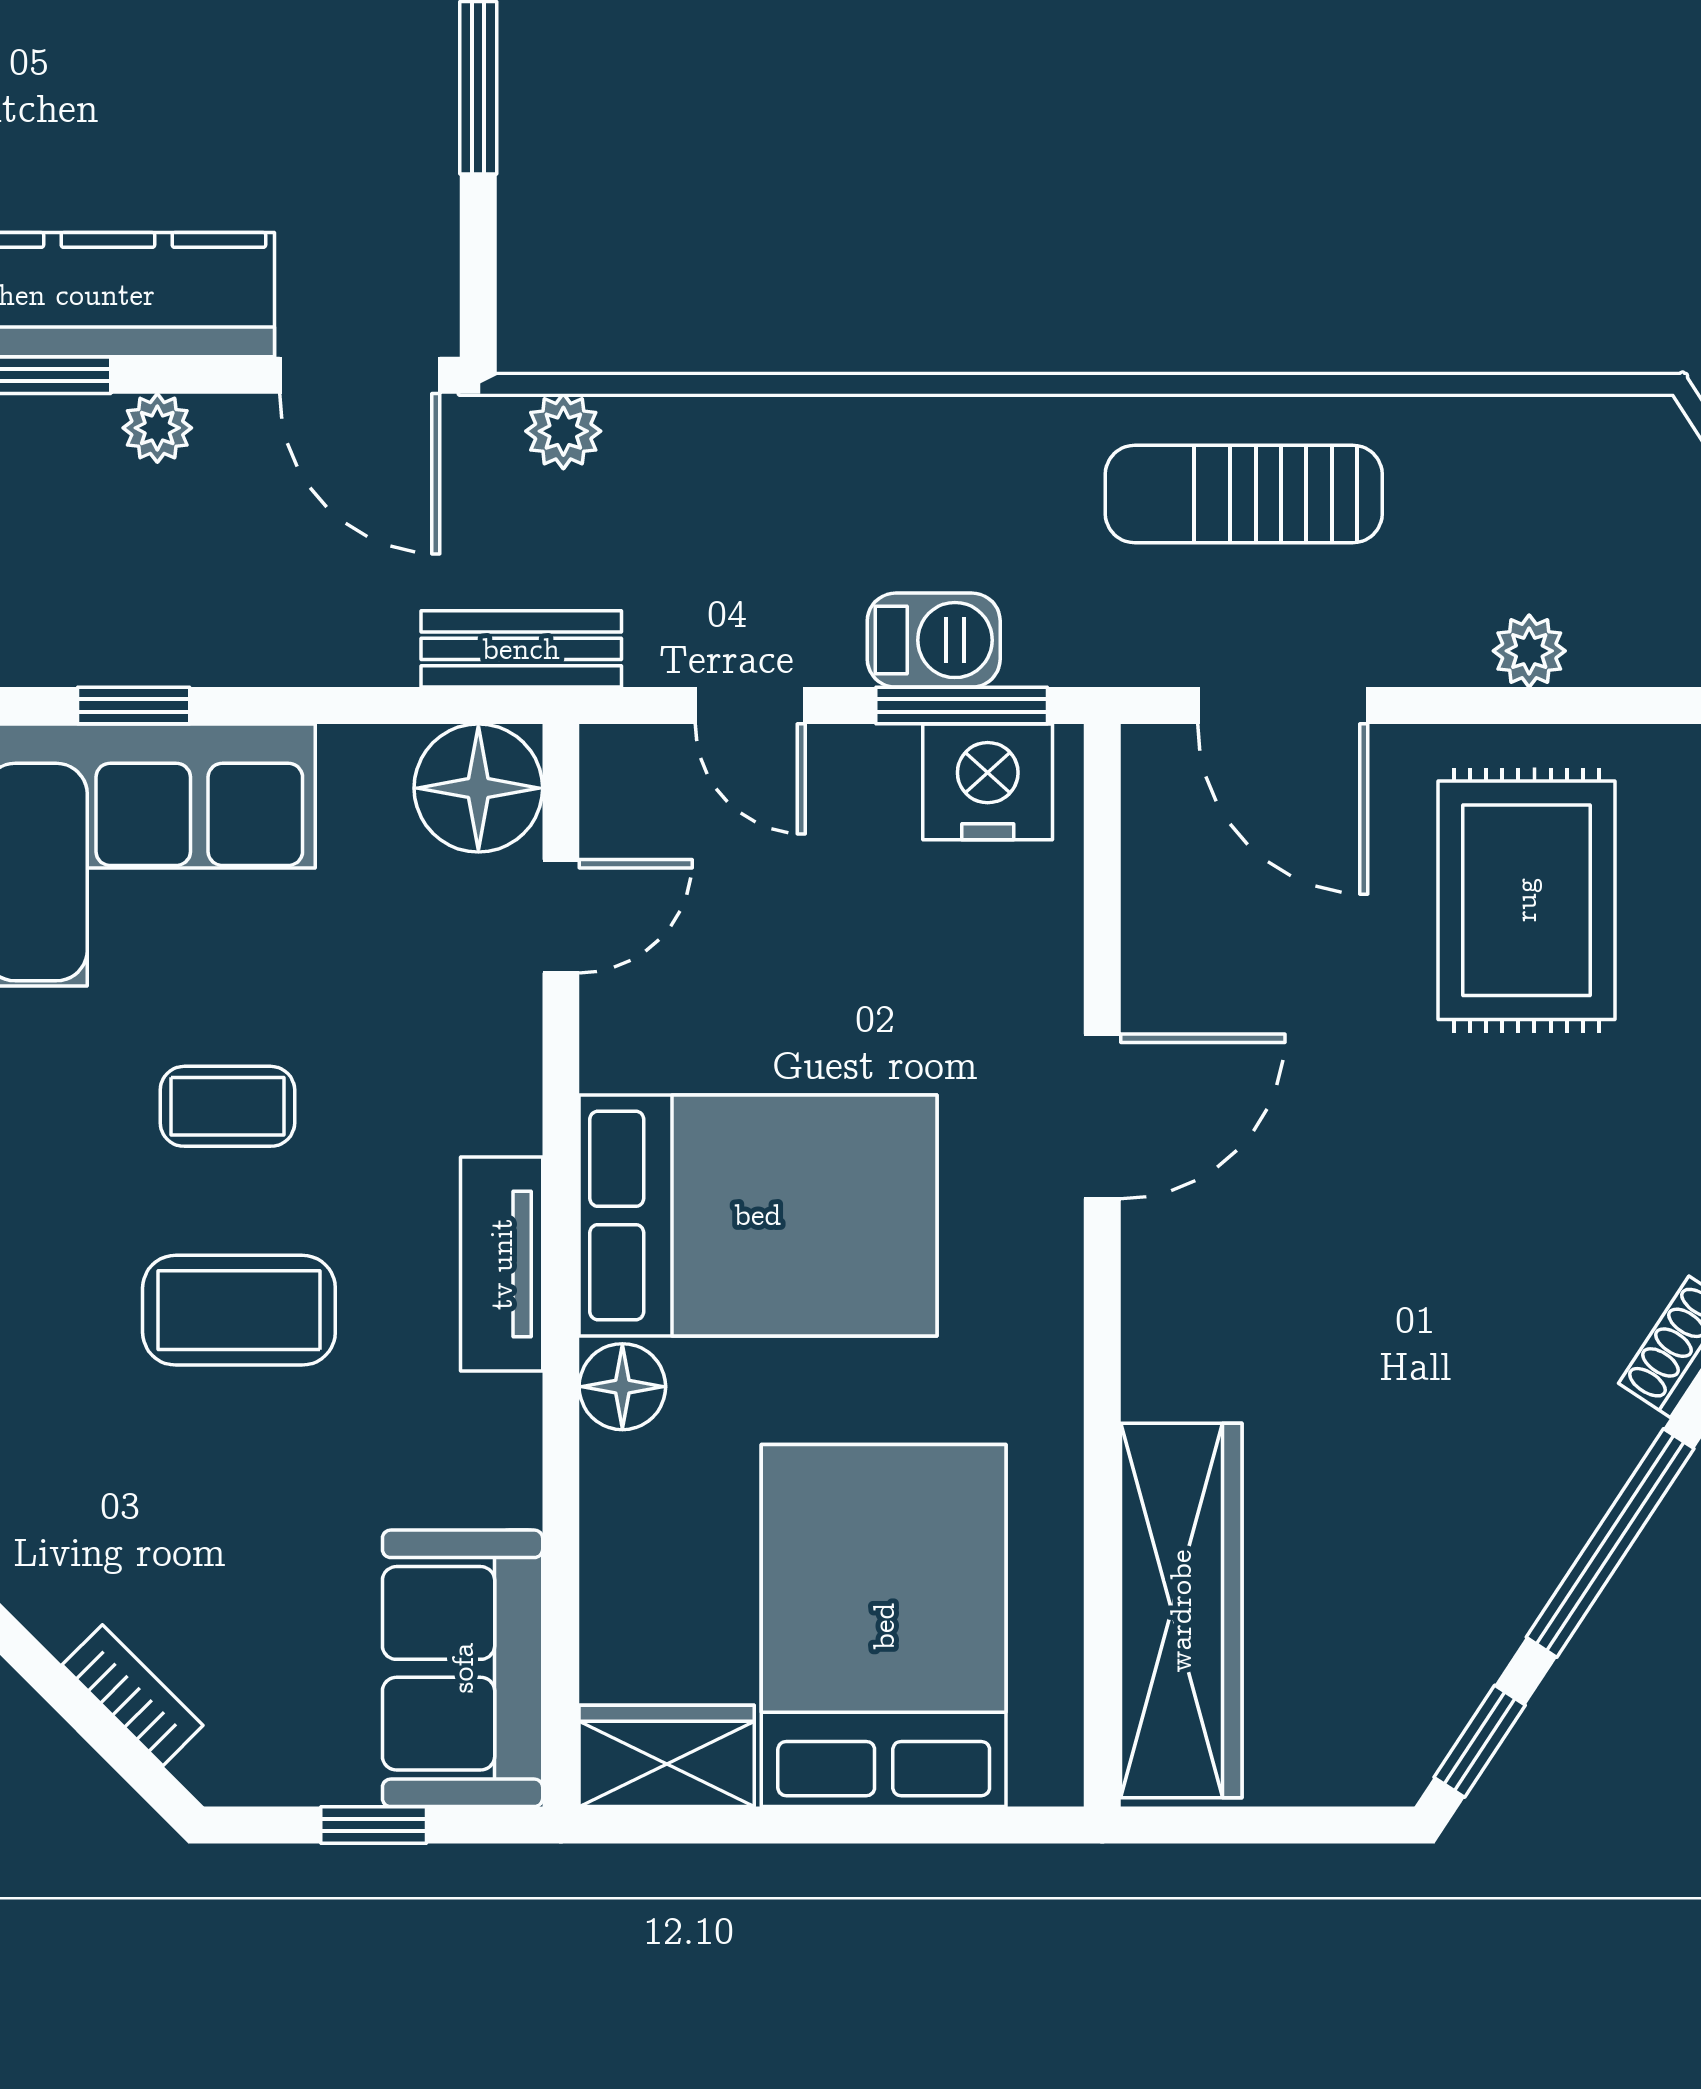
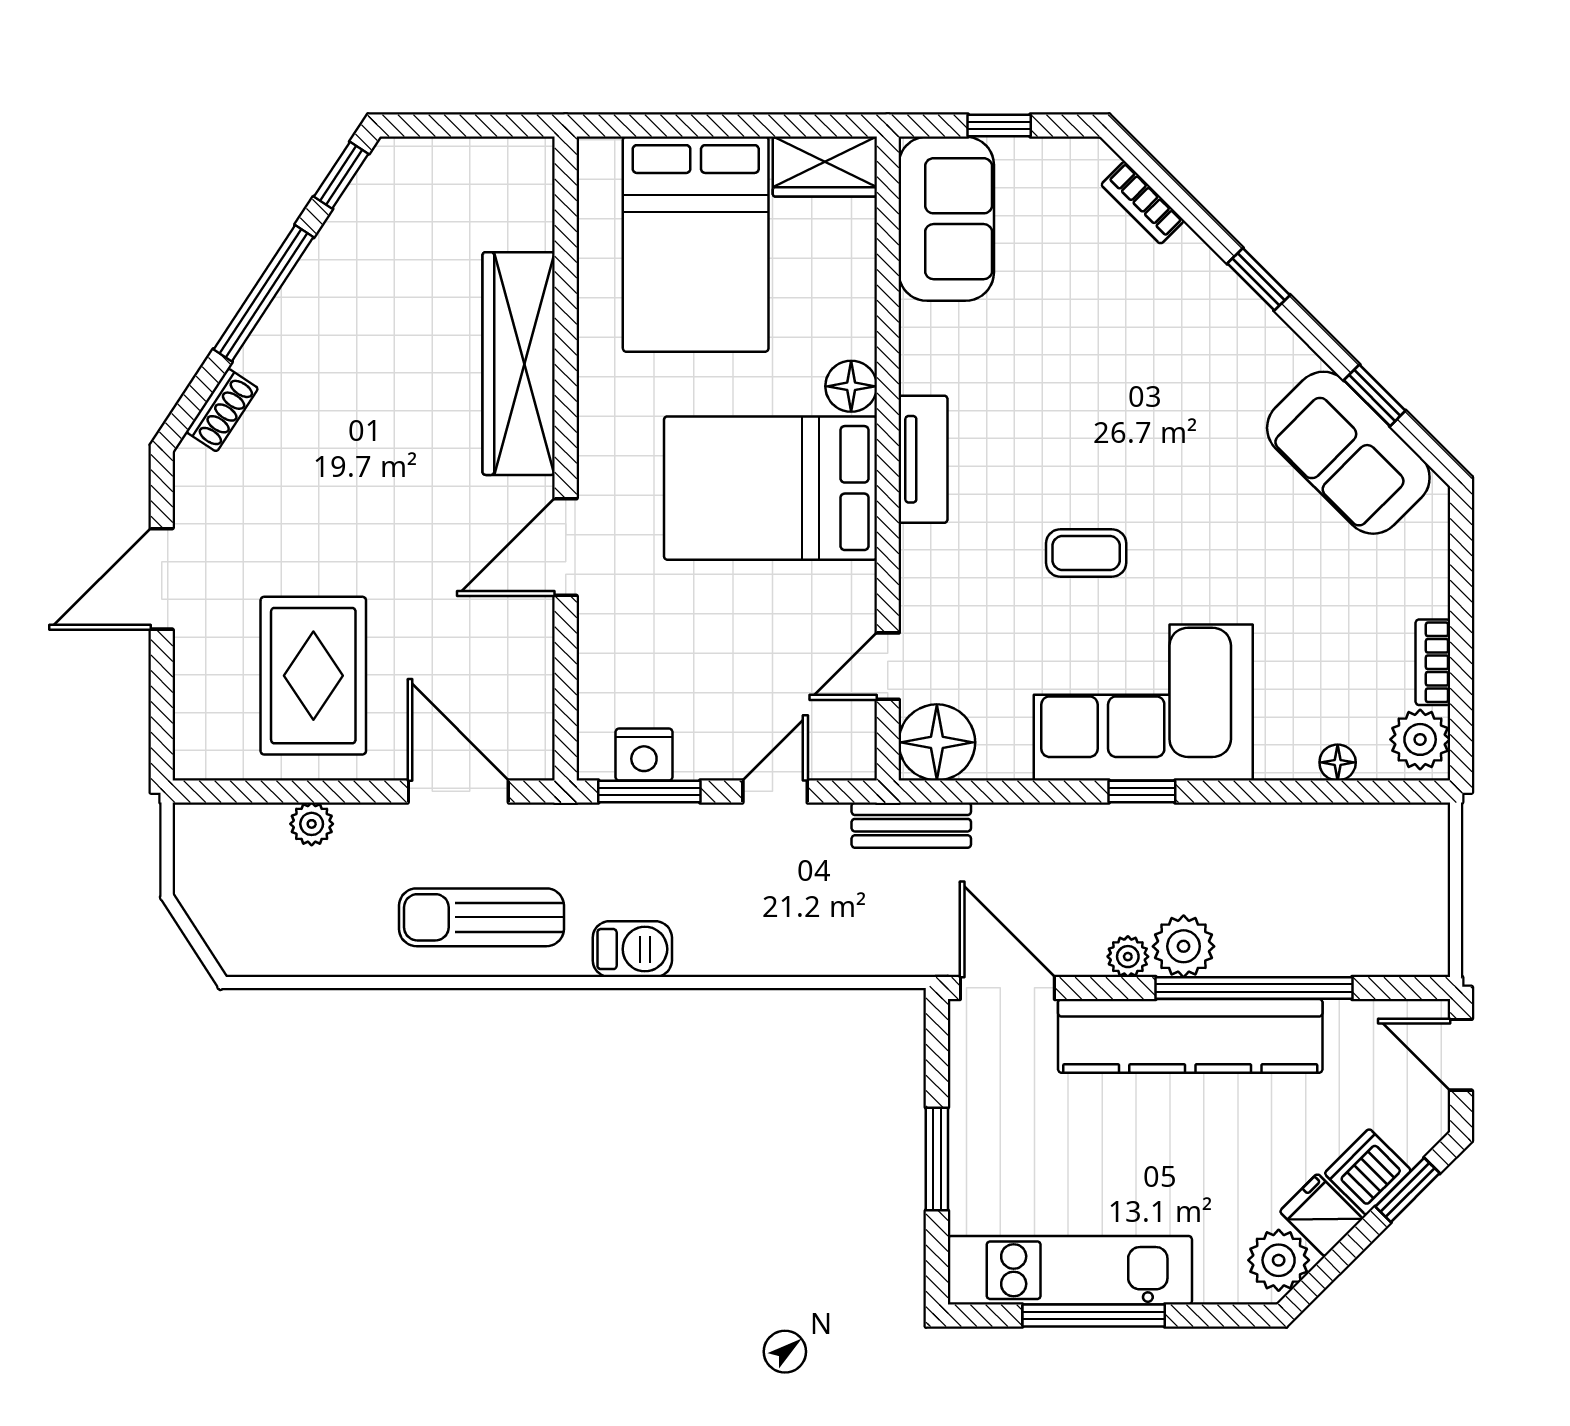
plant: (563, 431) -> (1184, 946), moved, width x1.38, depth x1.38
sun lounger: (1244, 494) -> (481, 917), turned 180
barbecue: (934, 640) -> (632, 949), moved, turned 180
door: (750, 706) -> (775, 791), hinge flipped
nightstand: (988, 782) -> (644, 755), width x0.74, depth x0.75
coffee table: (239, 1310) -> (1079, 432), removed
wardrobe: (1181, 1611) -> (519, 364), moved

